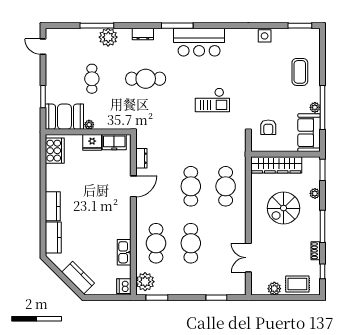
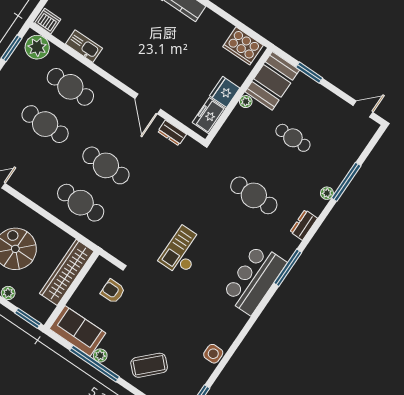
plant: (108, 37) -> (327, 193), width x0.53, depth x0.53
coffee table: (300, 72) -> (149, 365), turned -45
cafe table: (146, 79) -> (254, 195), turned 90

